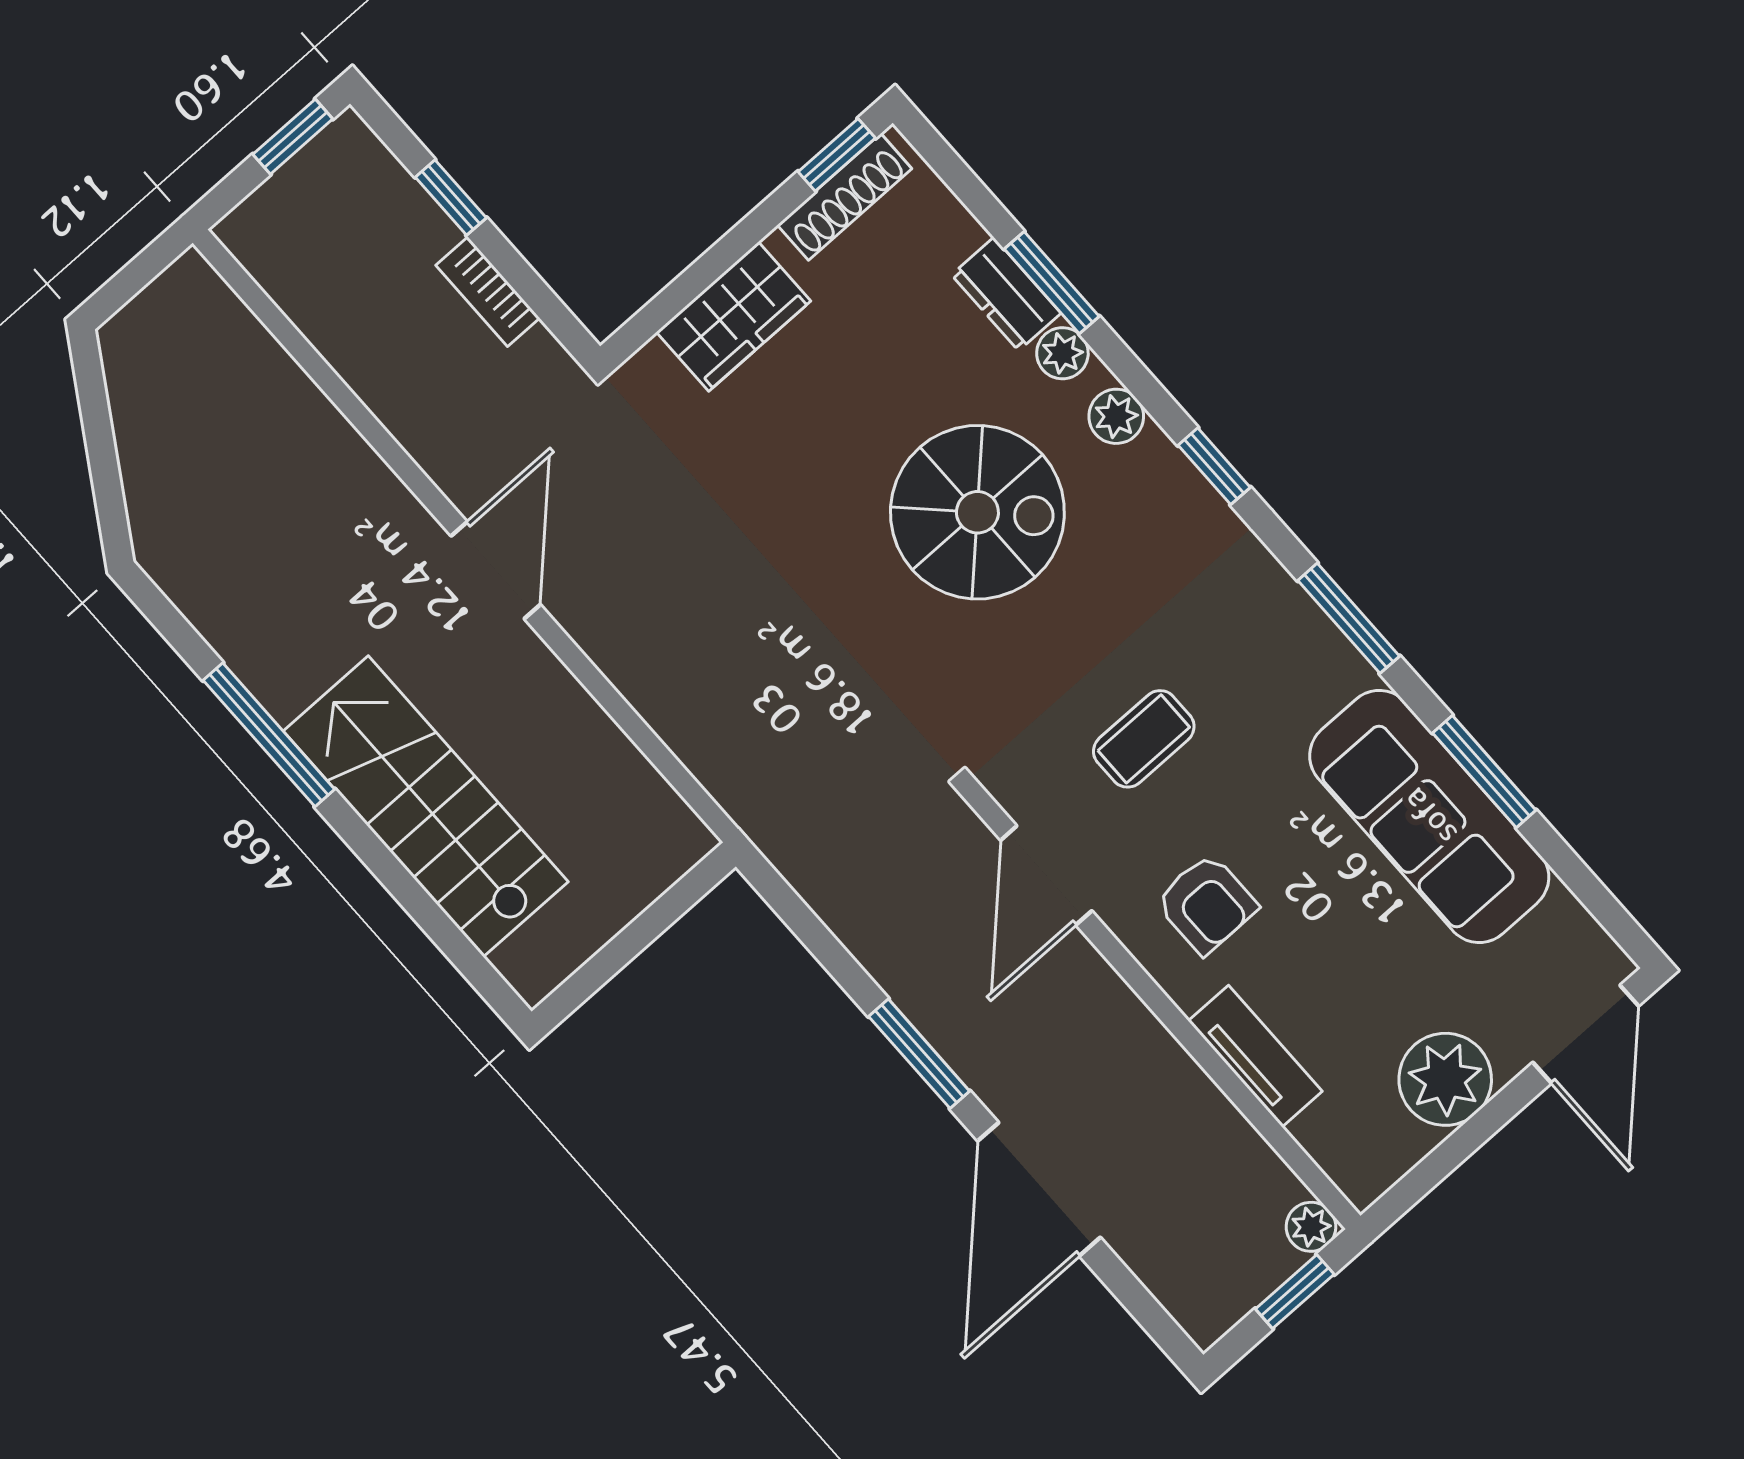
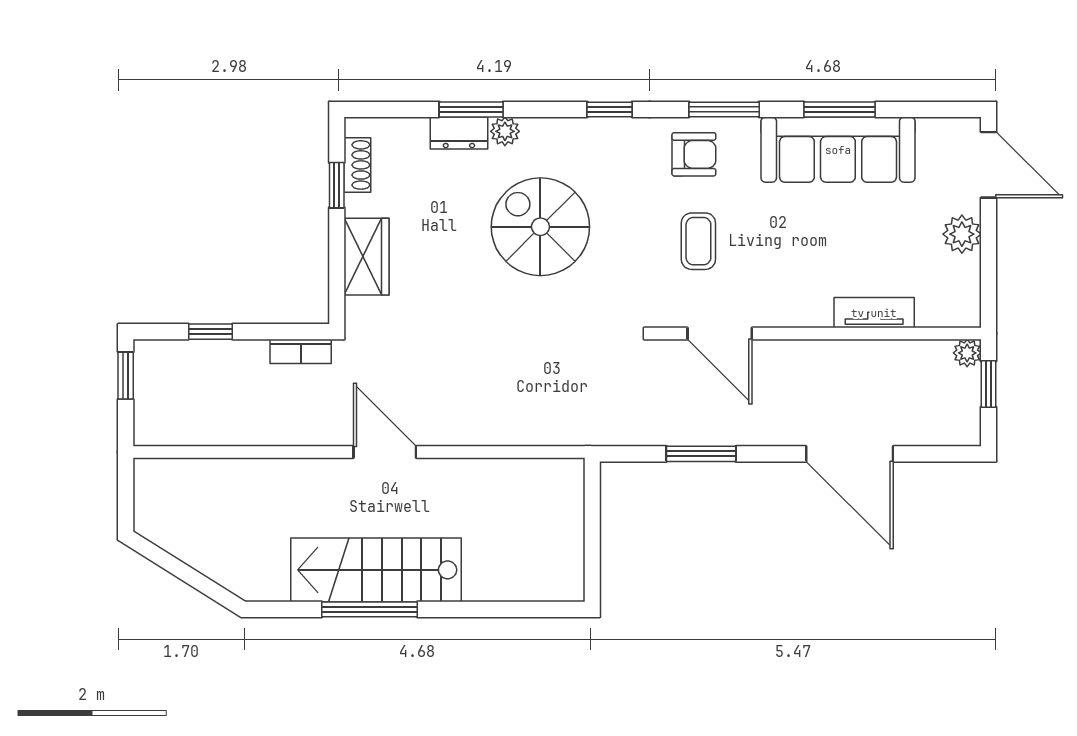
window: (837, 155) -> (337, 185), moved
shoe rack: (845, 197) -> (357, 165), width x0.70
bookcase: (488, 292) -> (301, 351), moved
plant: (1116, 416) -> (552, 132), removed
spiral stairs: (977, 512) -> (540, 227), turned -90
stairs: (426, 806) -> (376, 570), moved
armchair: (1206, 904) -> (694, 154), moved
window: (919, 1054) -> (701, 454), moved
plant: (1445, 1079) -> (962, 234), width x0.73, depth x0.73

